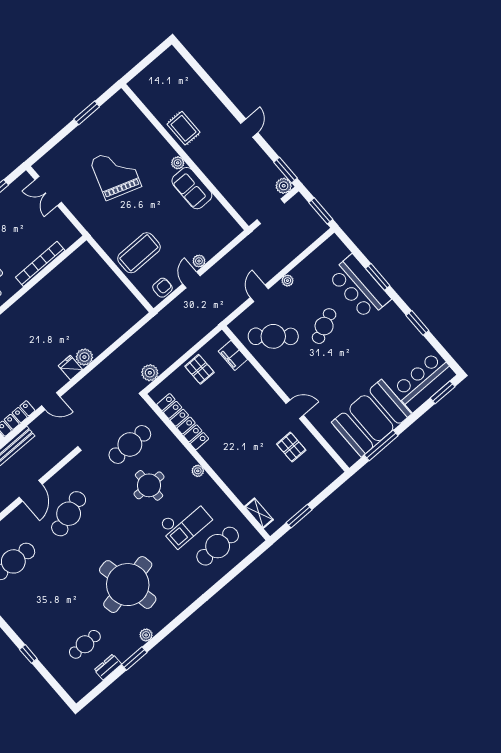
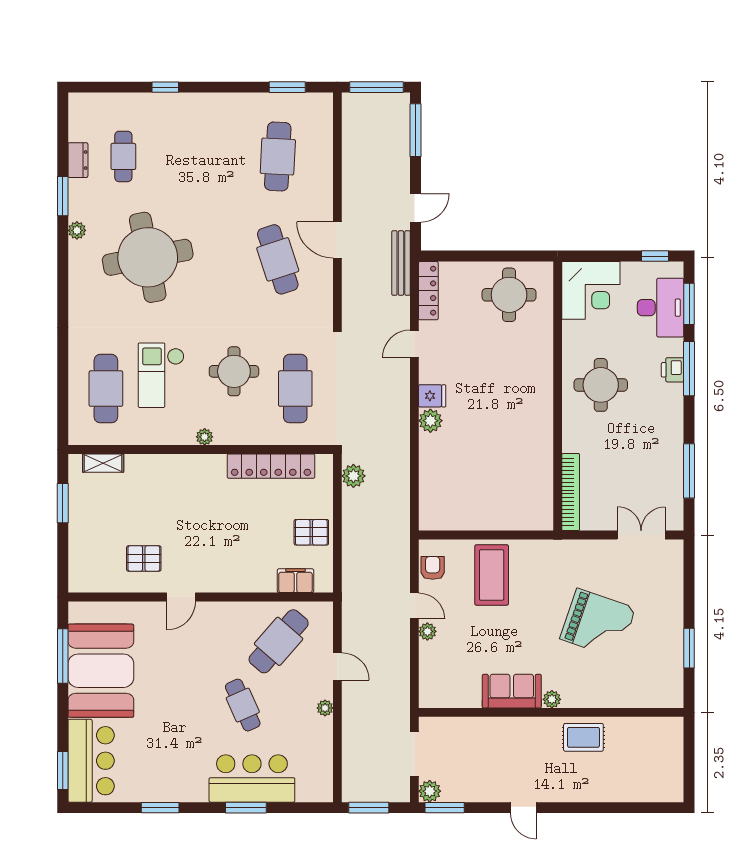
bookcase: (40, 264) -> (571, 492), moved
armchair: (162, 288) -> (433, 568), turned 180

